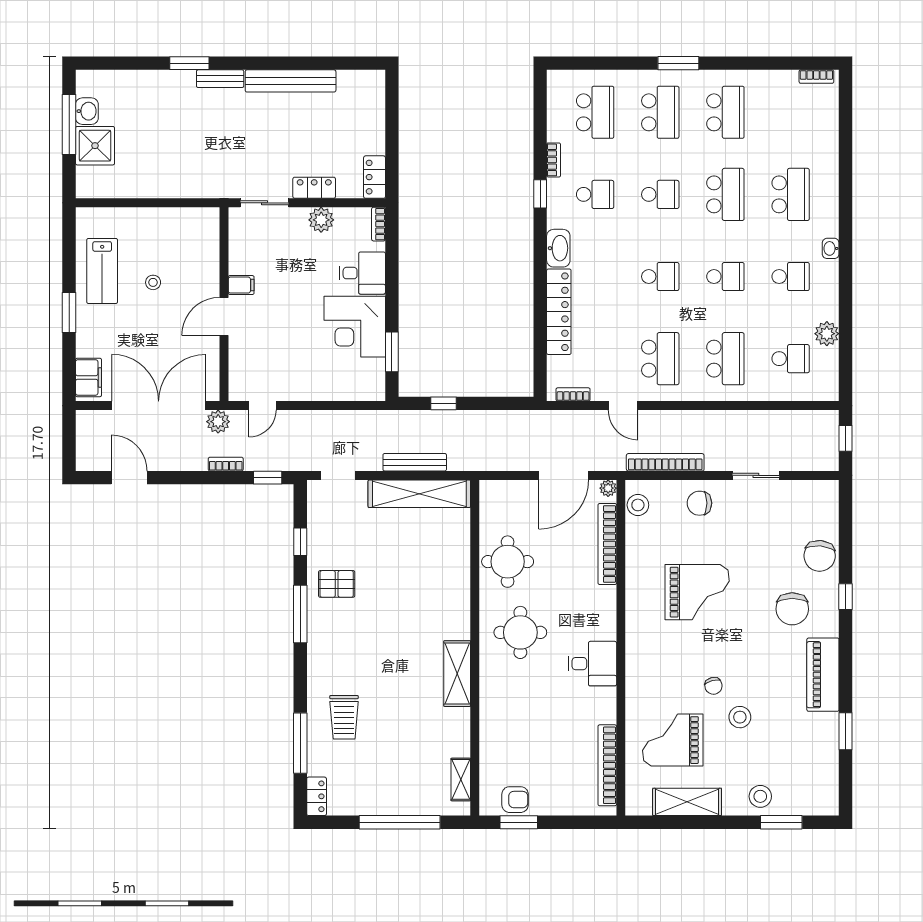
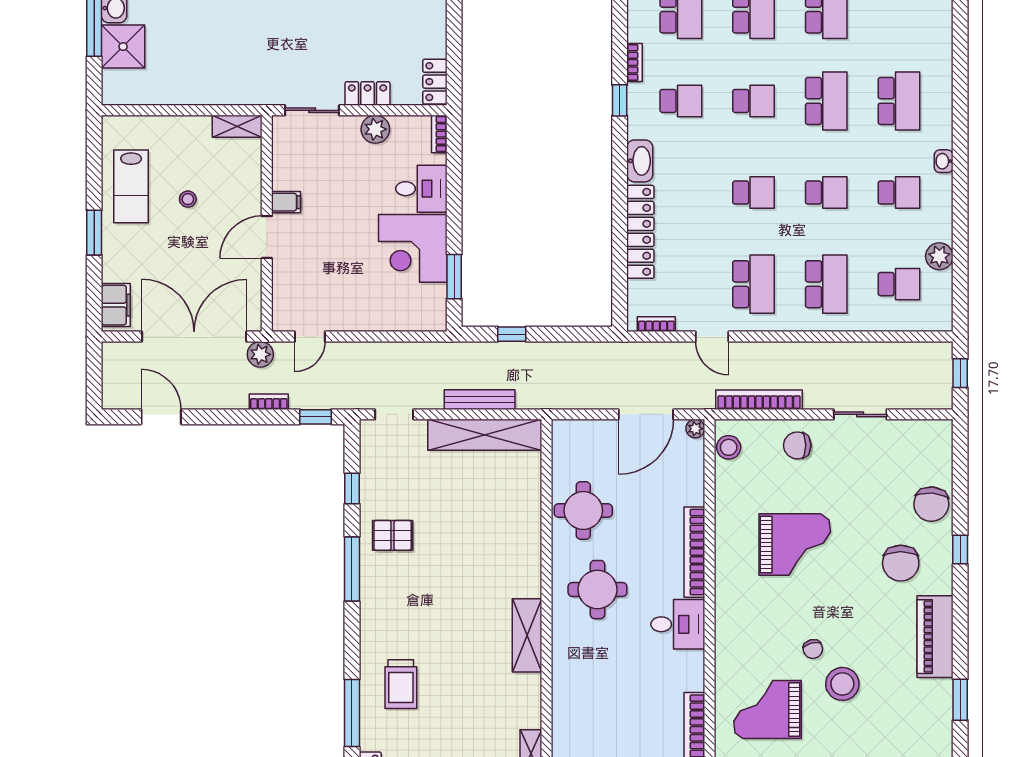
shelving: (197, 217) -> (237, 126), added
bookcase: (607, 544) -> (694, 552), moved
stool: (740, 717) -> (842, 684), width x1.38, depth x1.38

